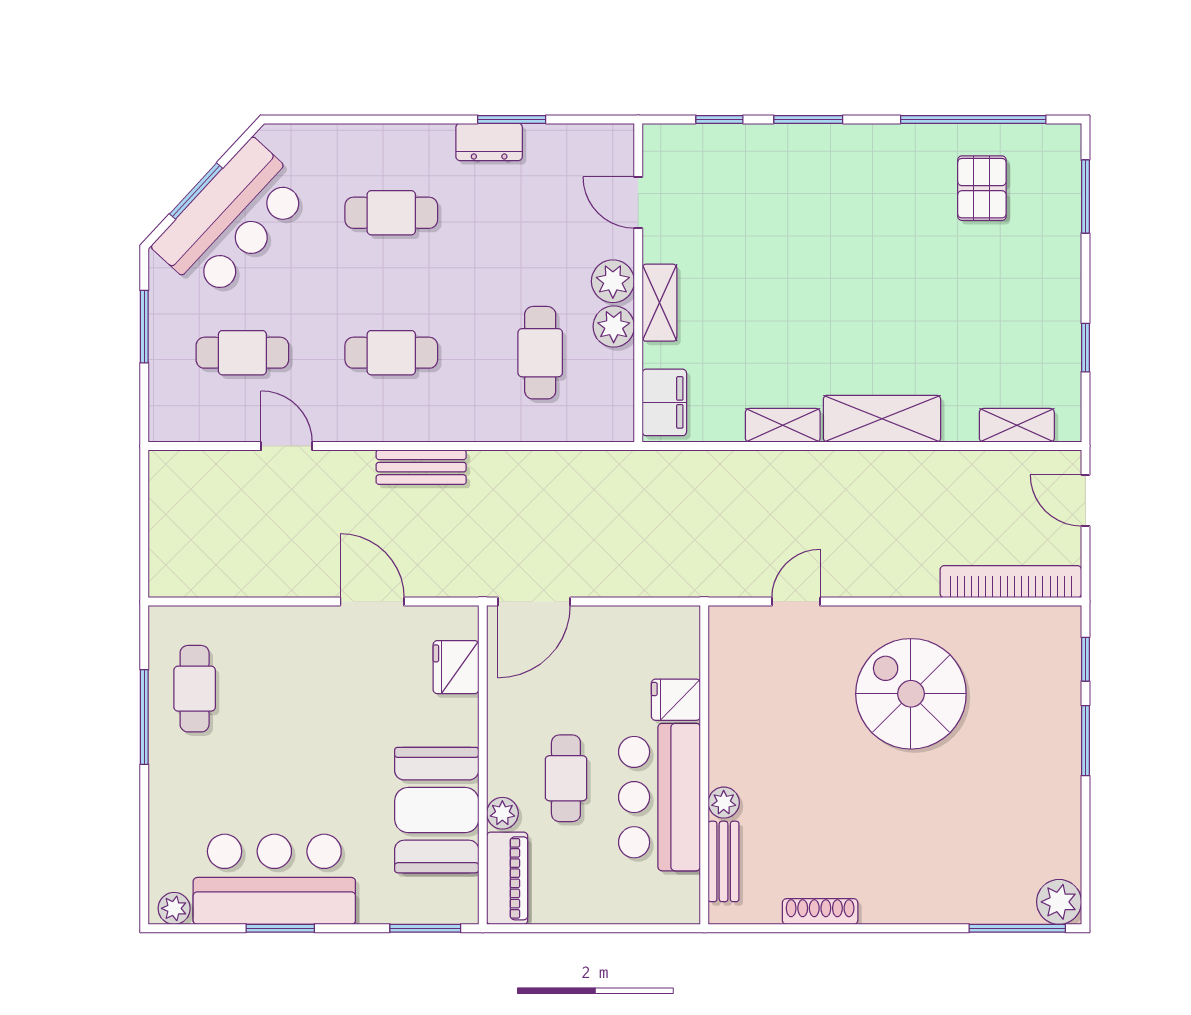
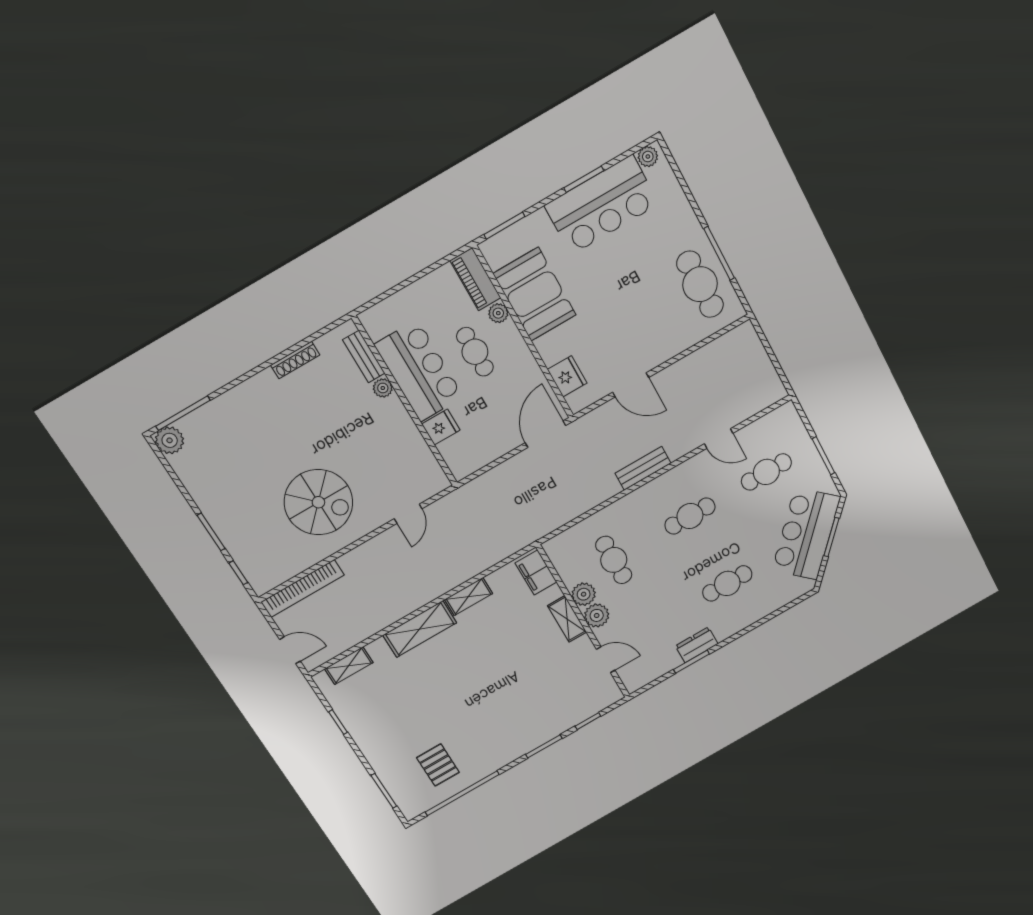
cafe table: (195, 689) -> (700, 284), width x1.37, depth x1.35

